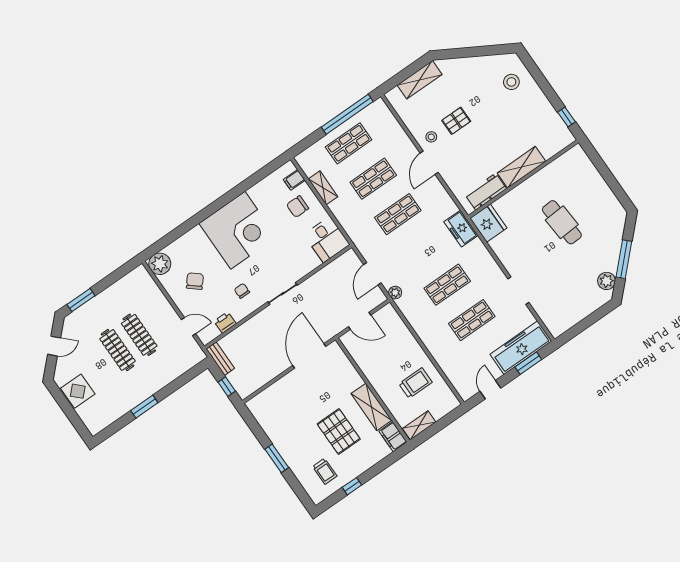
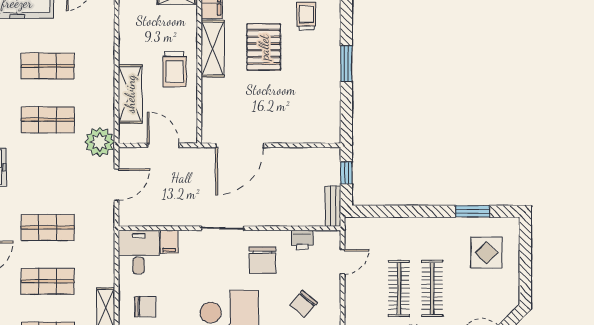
filing cabinet: (312, 260) -> (169, 242), added
chair: (242, 291) -> (262, 260), width x1.87, depth x1.87
plant: (395, 293) -> (100, 142), width x1.87, depth x1.87
door: (189, 327) -> (343, 262), swing flipped
shelving: (405, 340) -> (130, 94), added
trolley: (416, 383) -> (175, 69), moved, turned -90
display table: (78, 391) -> (487, 253), moved
window: (144, 407) -> (473, 211), moved

